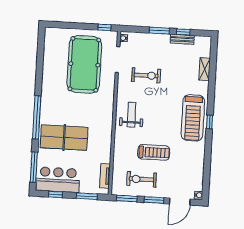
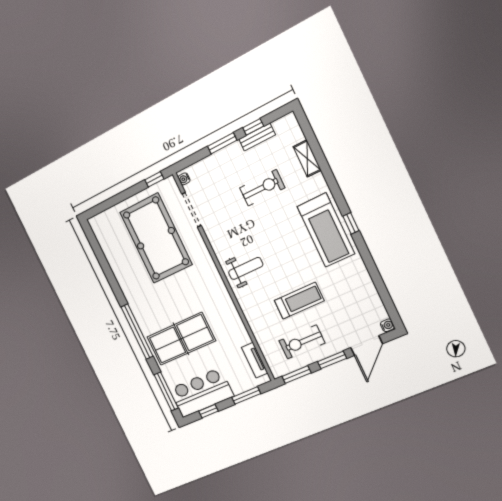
exercise bike: (146, 75) -> (262, 188), moved
weight bench: (132, 115) -> (246, 268), turned 90

